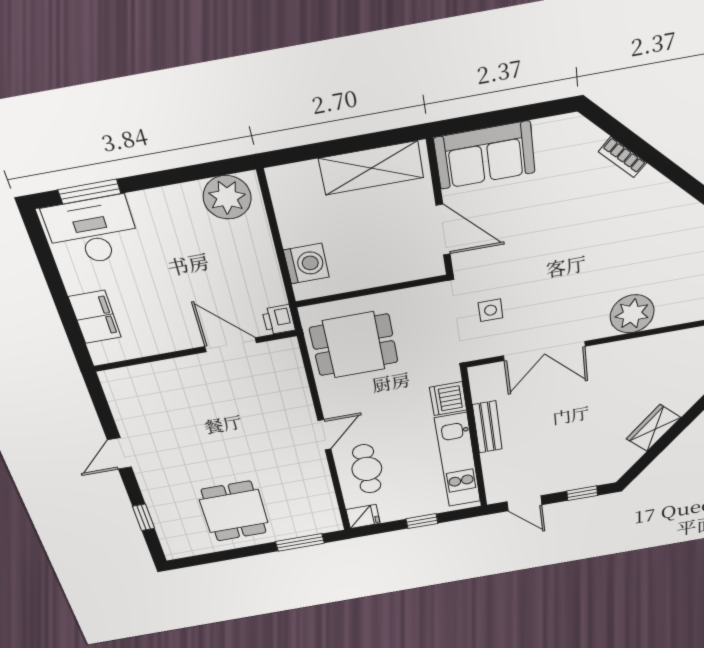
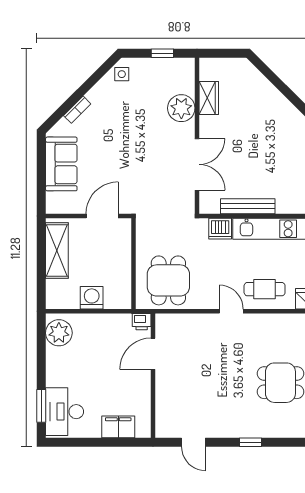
sofa: (485, 155) -> (61, 164), moved
washing machine: (306, 264) -> (92, 298), moved
side table: (491, 310) -> (122, 74), moved
bench: (487, 427) -> (248, 206), width x1.36
wardrobe: (654, 428) -> (209, 98), moved, turned -135
door: (119, 453) -> (193, 442), moved
window: (144, 517) -> (250, 442), moved

